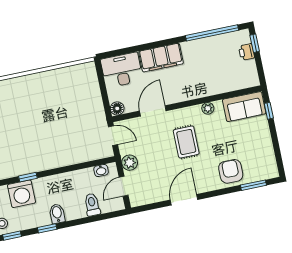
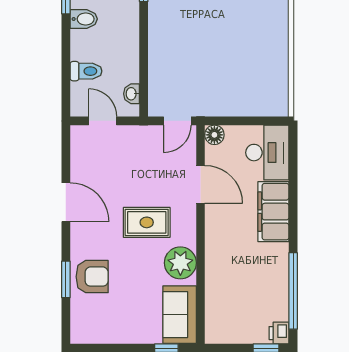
printer: (247, 52) -> (279, 333), moved, turned -90
plant: (208, 108) -> (180, 263), width x1.87, depth x1.87
plant: (130, 163) -> (134, 136), removed
window: (253, 185) -> (66, 279), moved

